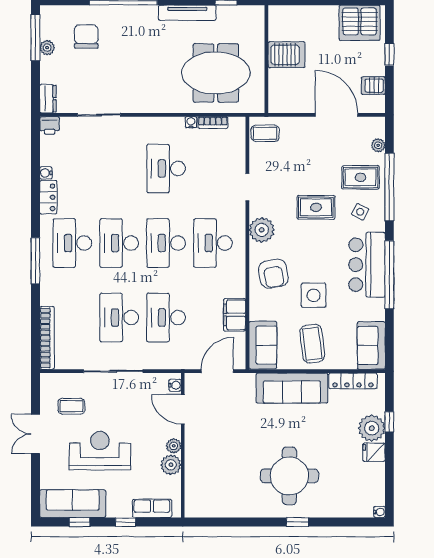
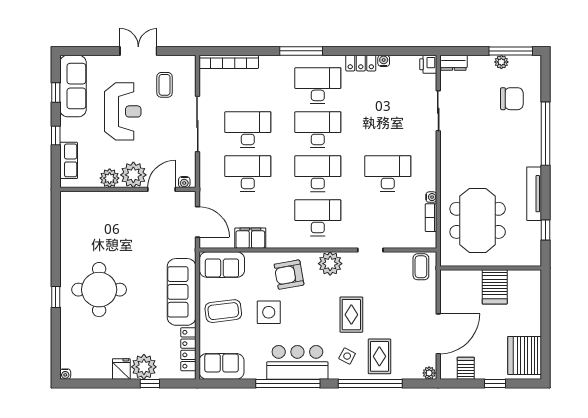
plant: (378, 145) -> (429, 373), moved
plant: (174, 446) -> (133, 175), width x1.88, depth x1.88

